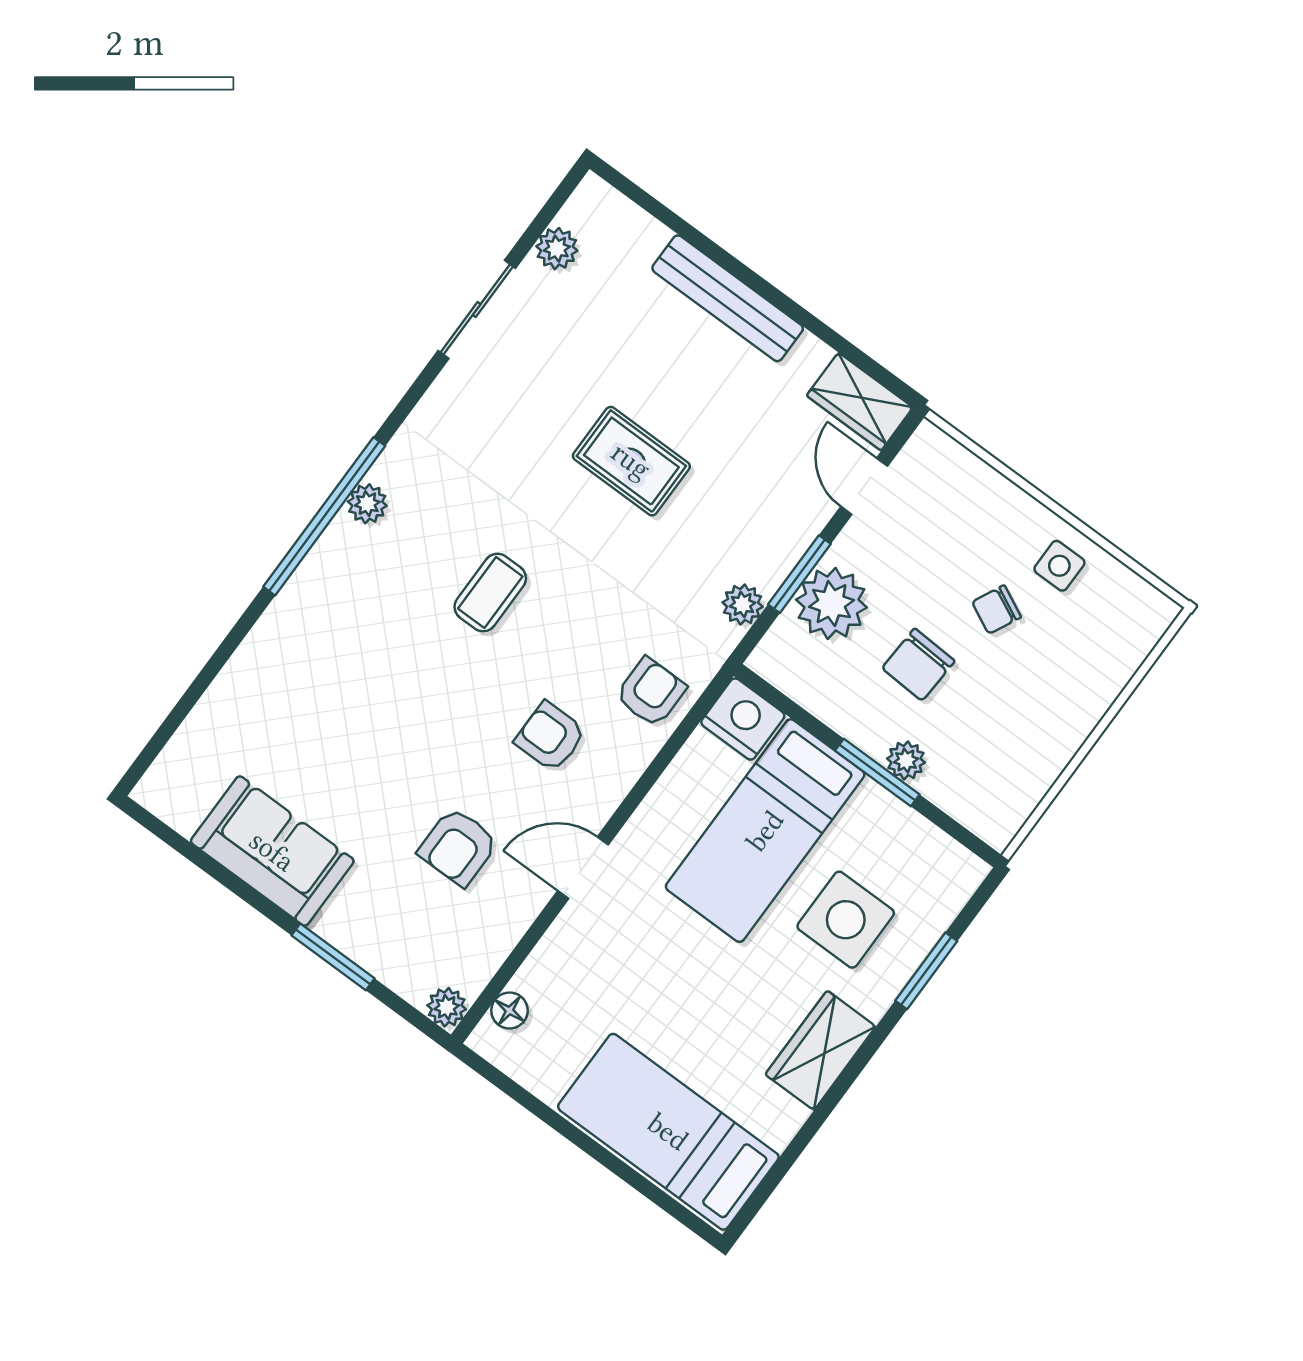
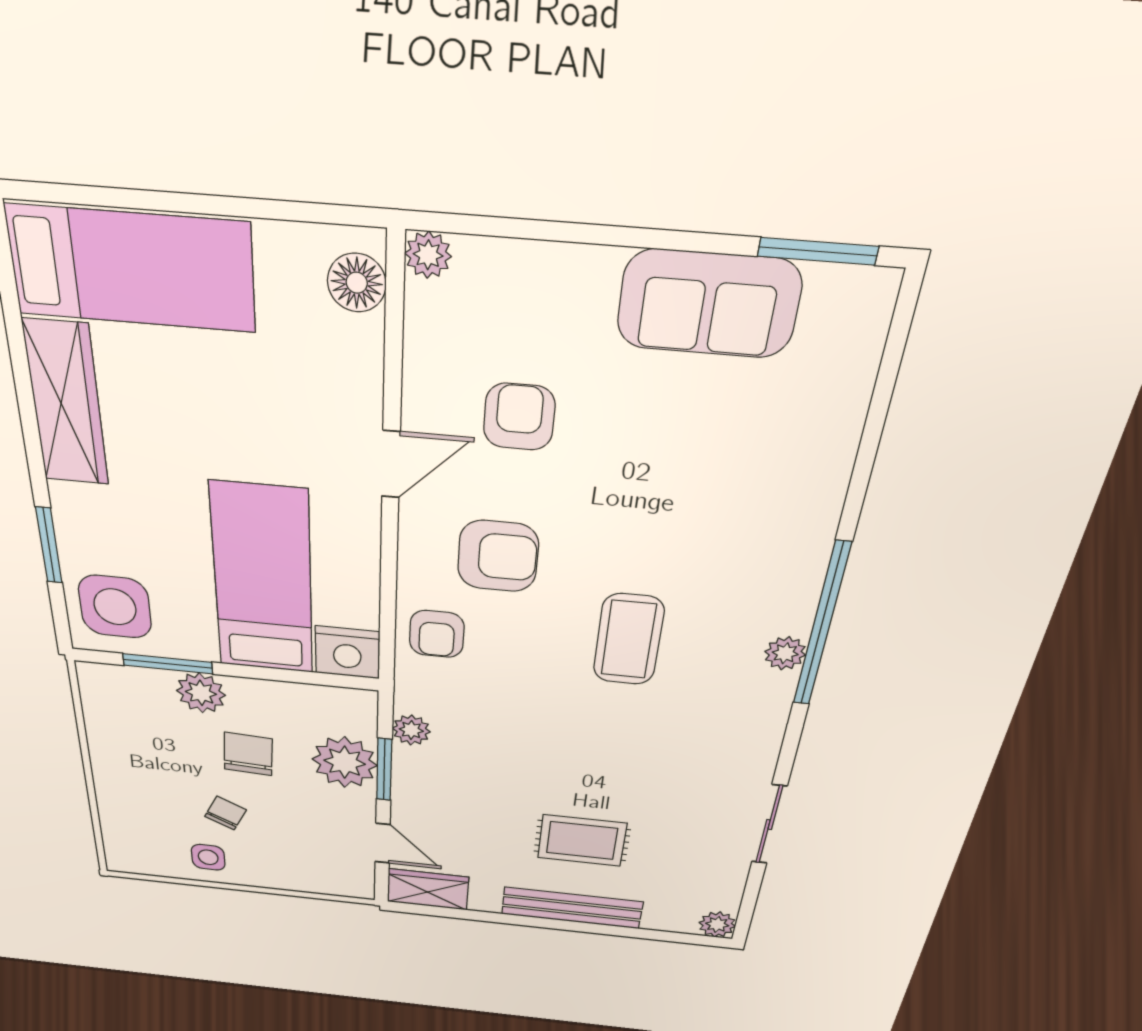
plant: (557, 249) -> (717, 924), moved
rug: (631, 461) -> (582, 840), moved
coffee table: (490, 593) -> (628, 640), width x1.36, depth x1.30
armchair: (550, 737) -> (498, 556), width x1.38, depth x1.38
plant: (906, 761) -> (201, 693), width x1.38, depth x1.38
window: (877, 773) -> (168, 664), moved
side table: (846, 920) -> (115, 607), moved
window: (333, 957) -> (818, 251), moved
floor lamp: (509, 1011) -> (357, 283), width x1.37, depth x1.37
wardrobe: (821, 1050) -> (66, 404), width x1.50

